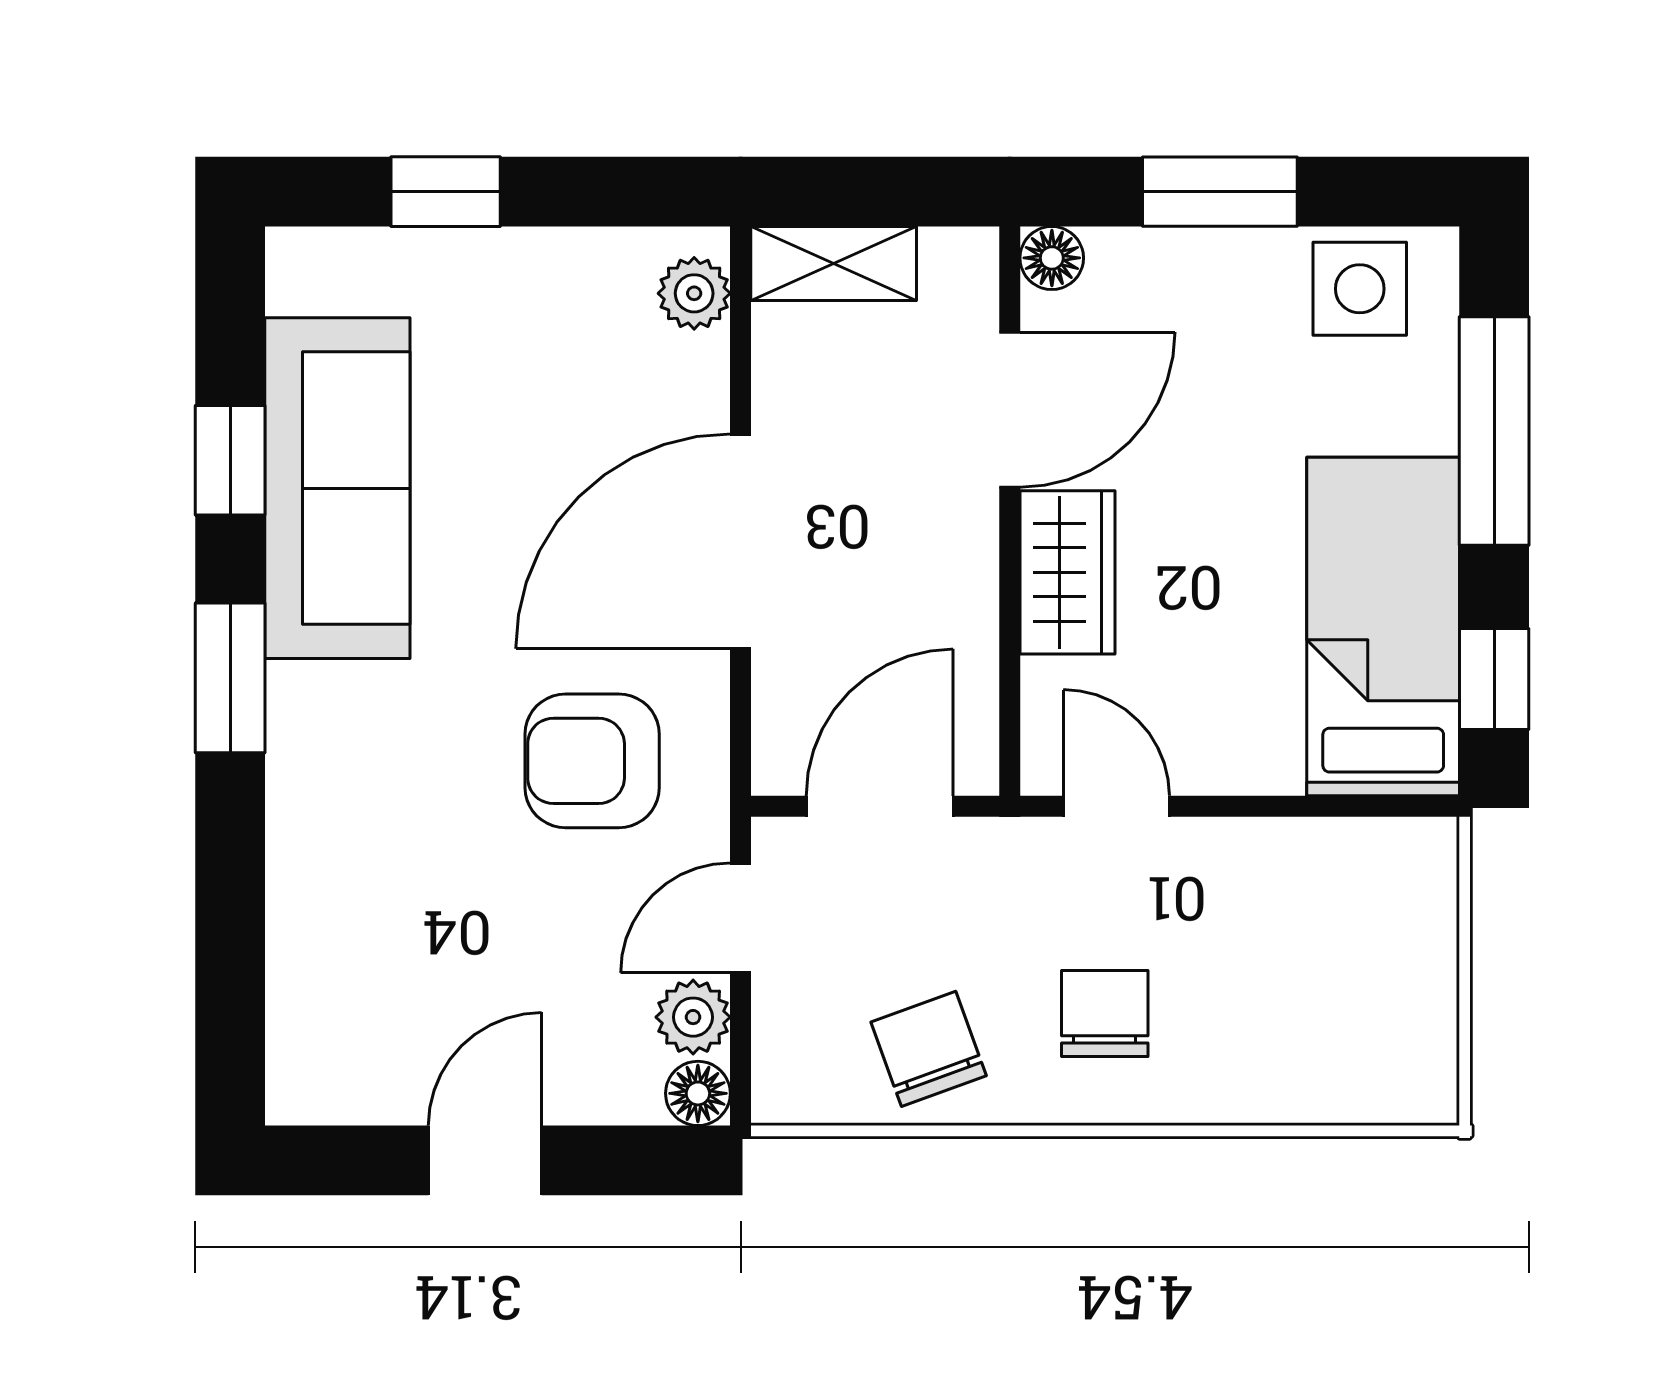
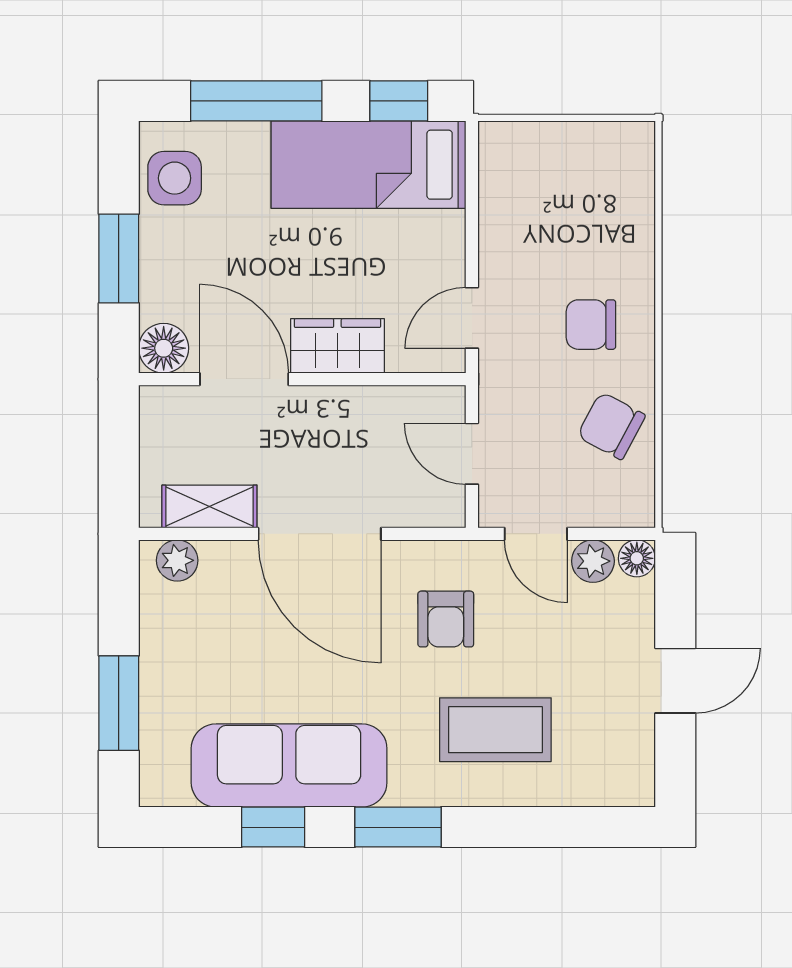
window: (446, 192) -> (119, 703), width x1.50
floor lamp: (1052, 258) -> (164, 348), width x1.37, depth x1.37
shelving: (834, 263) -> (209, 506), moved, turned 90
armchair: (592, 761) -> (446, 619), width x0.72, depth x0.72
door: (880, 806) -> (472, 454), width x0.73
coffee table: (400, 847) -> (495, 730), added
chair: (929, 1049) -> (611, 426), turned 48
door: (485, 1160) -> (675, 681), swing flipped

